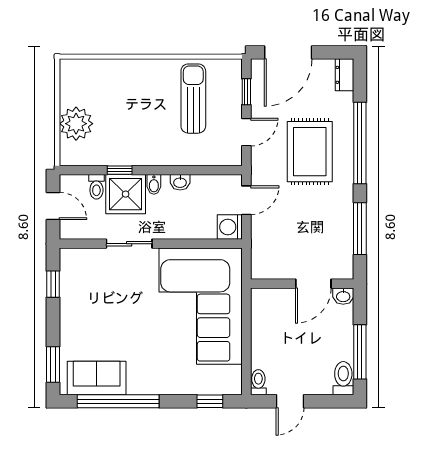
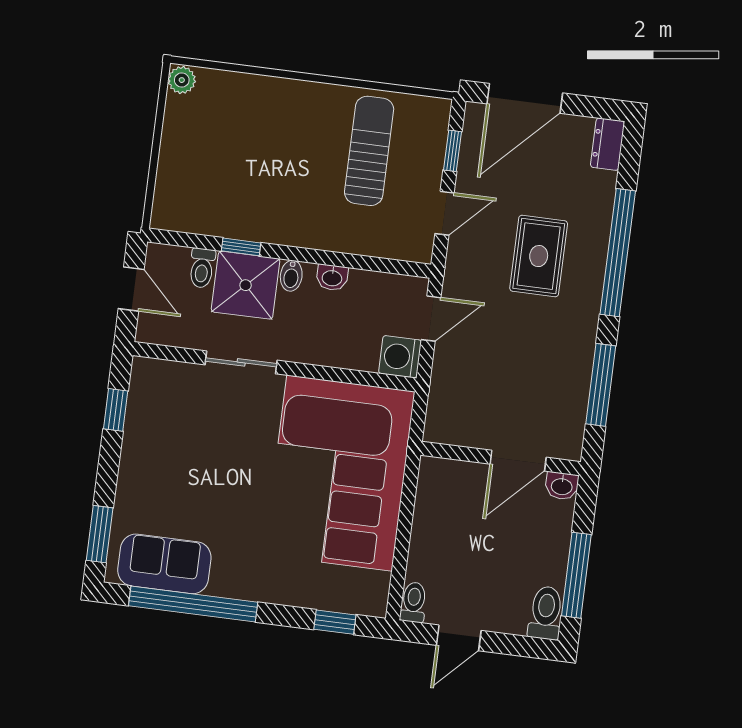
plant: (76, 124) -> (182, 80), moved, width x0.53, depth x0.53
rug: (310, 152) -> (539, 256), width x0.73, depth x0.70

